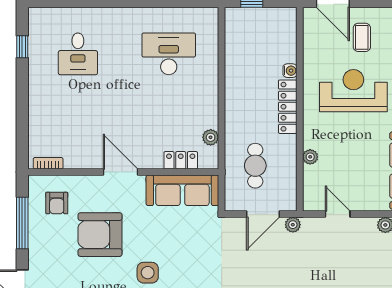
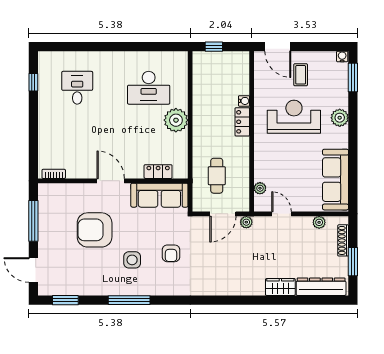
desk: (78, 54) -> (77, 88), turned 180
desk: (169, 54) -> (149, 88), turned 180
locker: (288, 107) -> (242, 122), width x0.66
plant: (211, 137) -> (176, 120), moved, width x1.87, depth x1.87
plant: (310, 157) -> (260, 188), moved
armchair: (57, 203) -> (171, 253), moved

